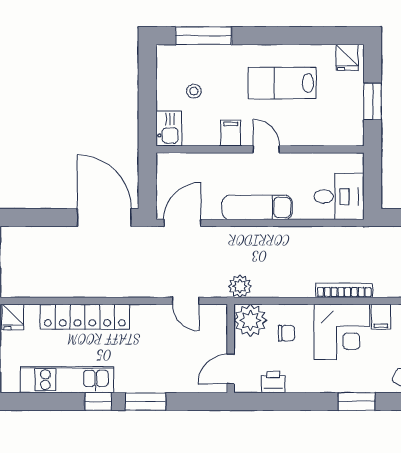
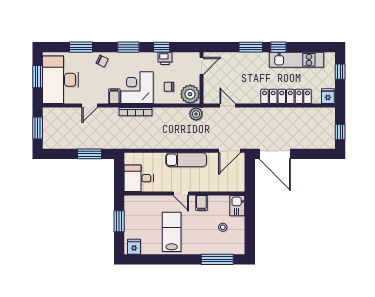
lab bench: (282, 83) -> (172, 232), turned -90
desk: (339, 196) -> (139, 178), moved
printer: (273, 382) -> (165, 58), moved
window: (299, 401) -> (162, 47), added

